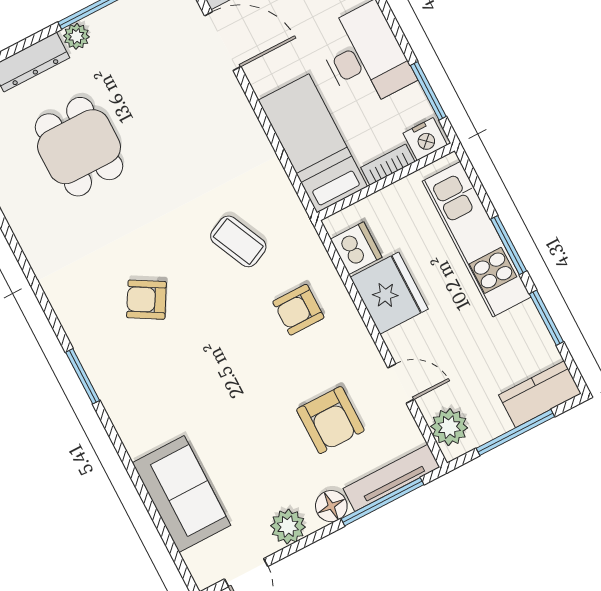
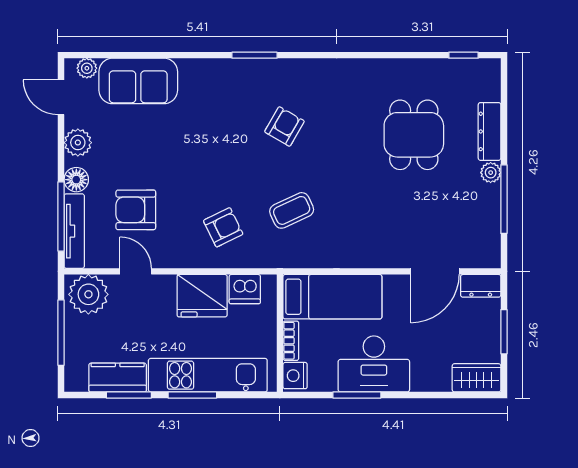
window: (428, 91) -> (357, 395), moved
dining table: (79, 147) -> (414, 135), turned 90
armchair: (298, 310) -> (223, 227), turned 64
door: (401, 384) -> (136, 271), swing flipped
kitchen counter: (540, 394) -> (118, 378), moved, turned -90
plant: (449, 427) -> (88, 294), width x1.36, depth x1.36
plant: (198, 560) -> (87, 68), added

